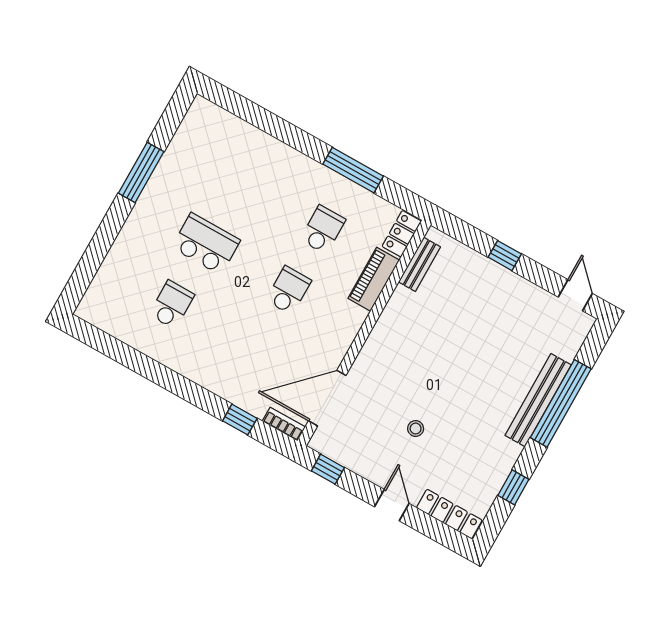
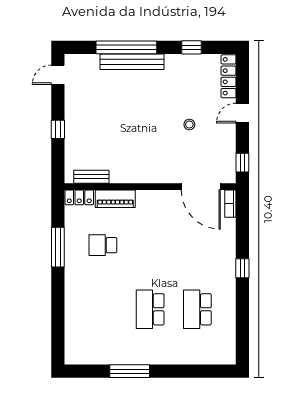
school desk: (289, 290) -> (150, 245), removed
school desk: (172, 305) -> (197, 309), width x1.85
window: (240, 420) -> (242, 268), moved

